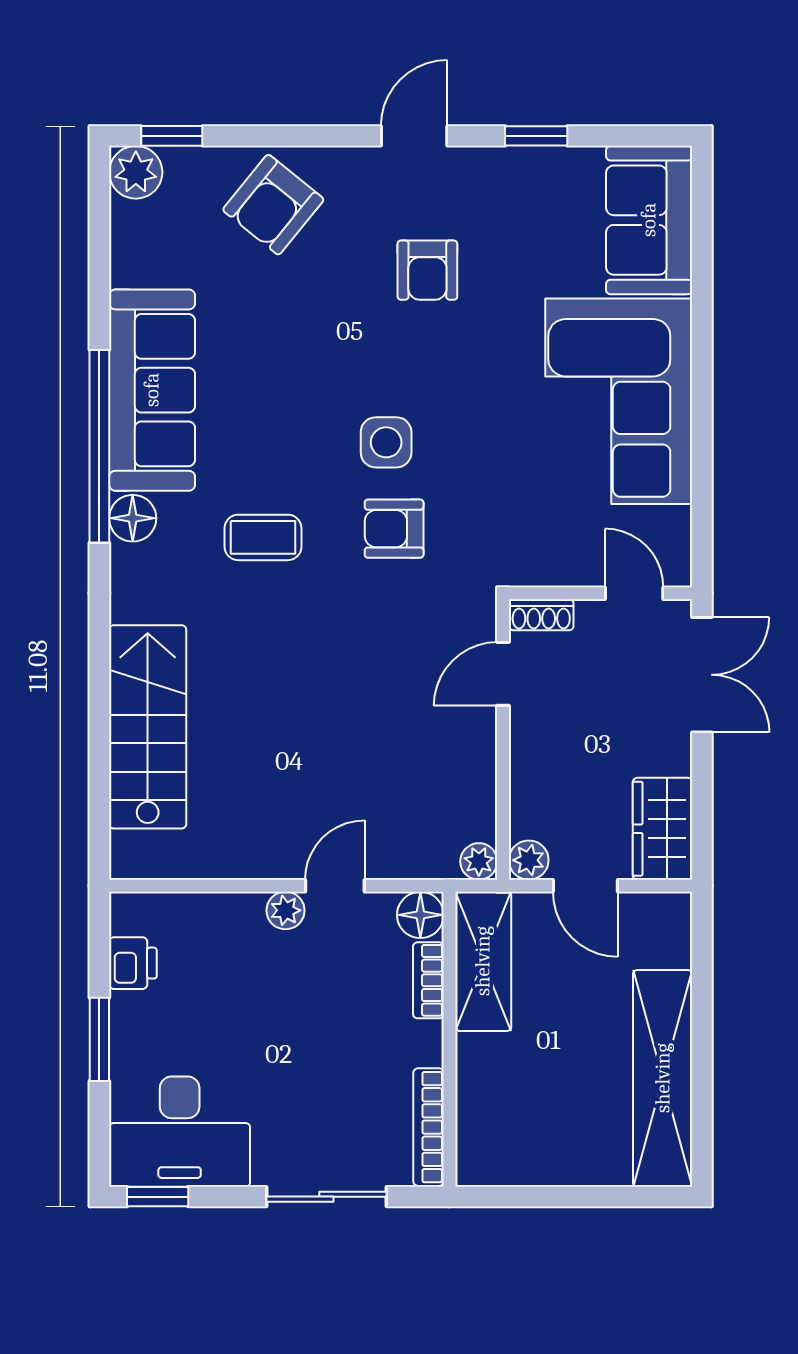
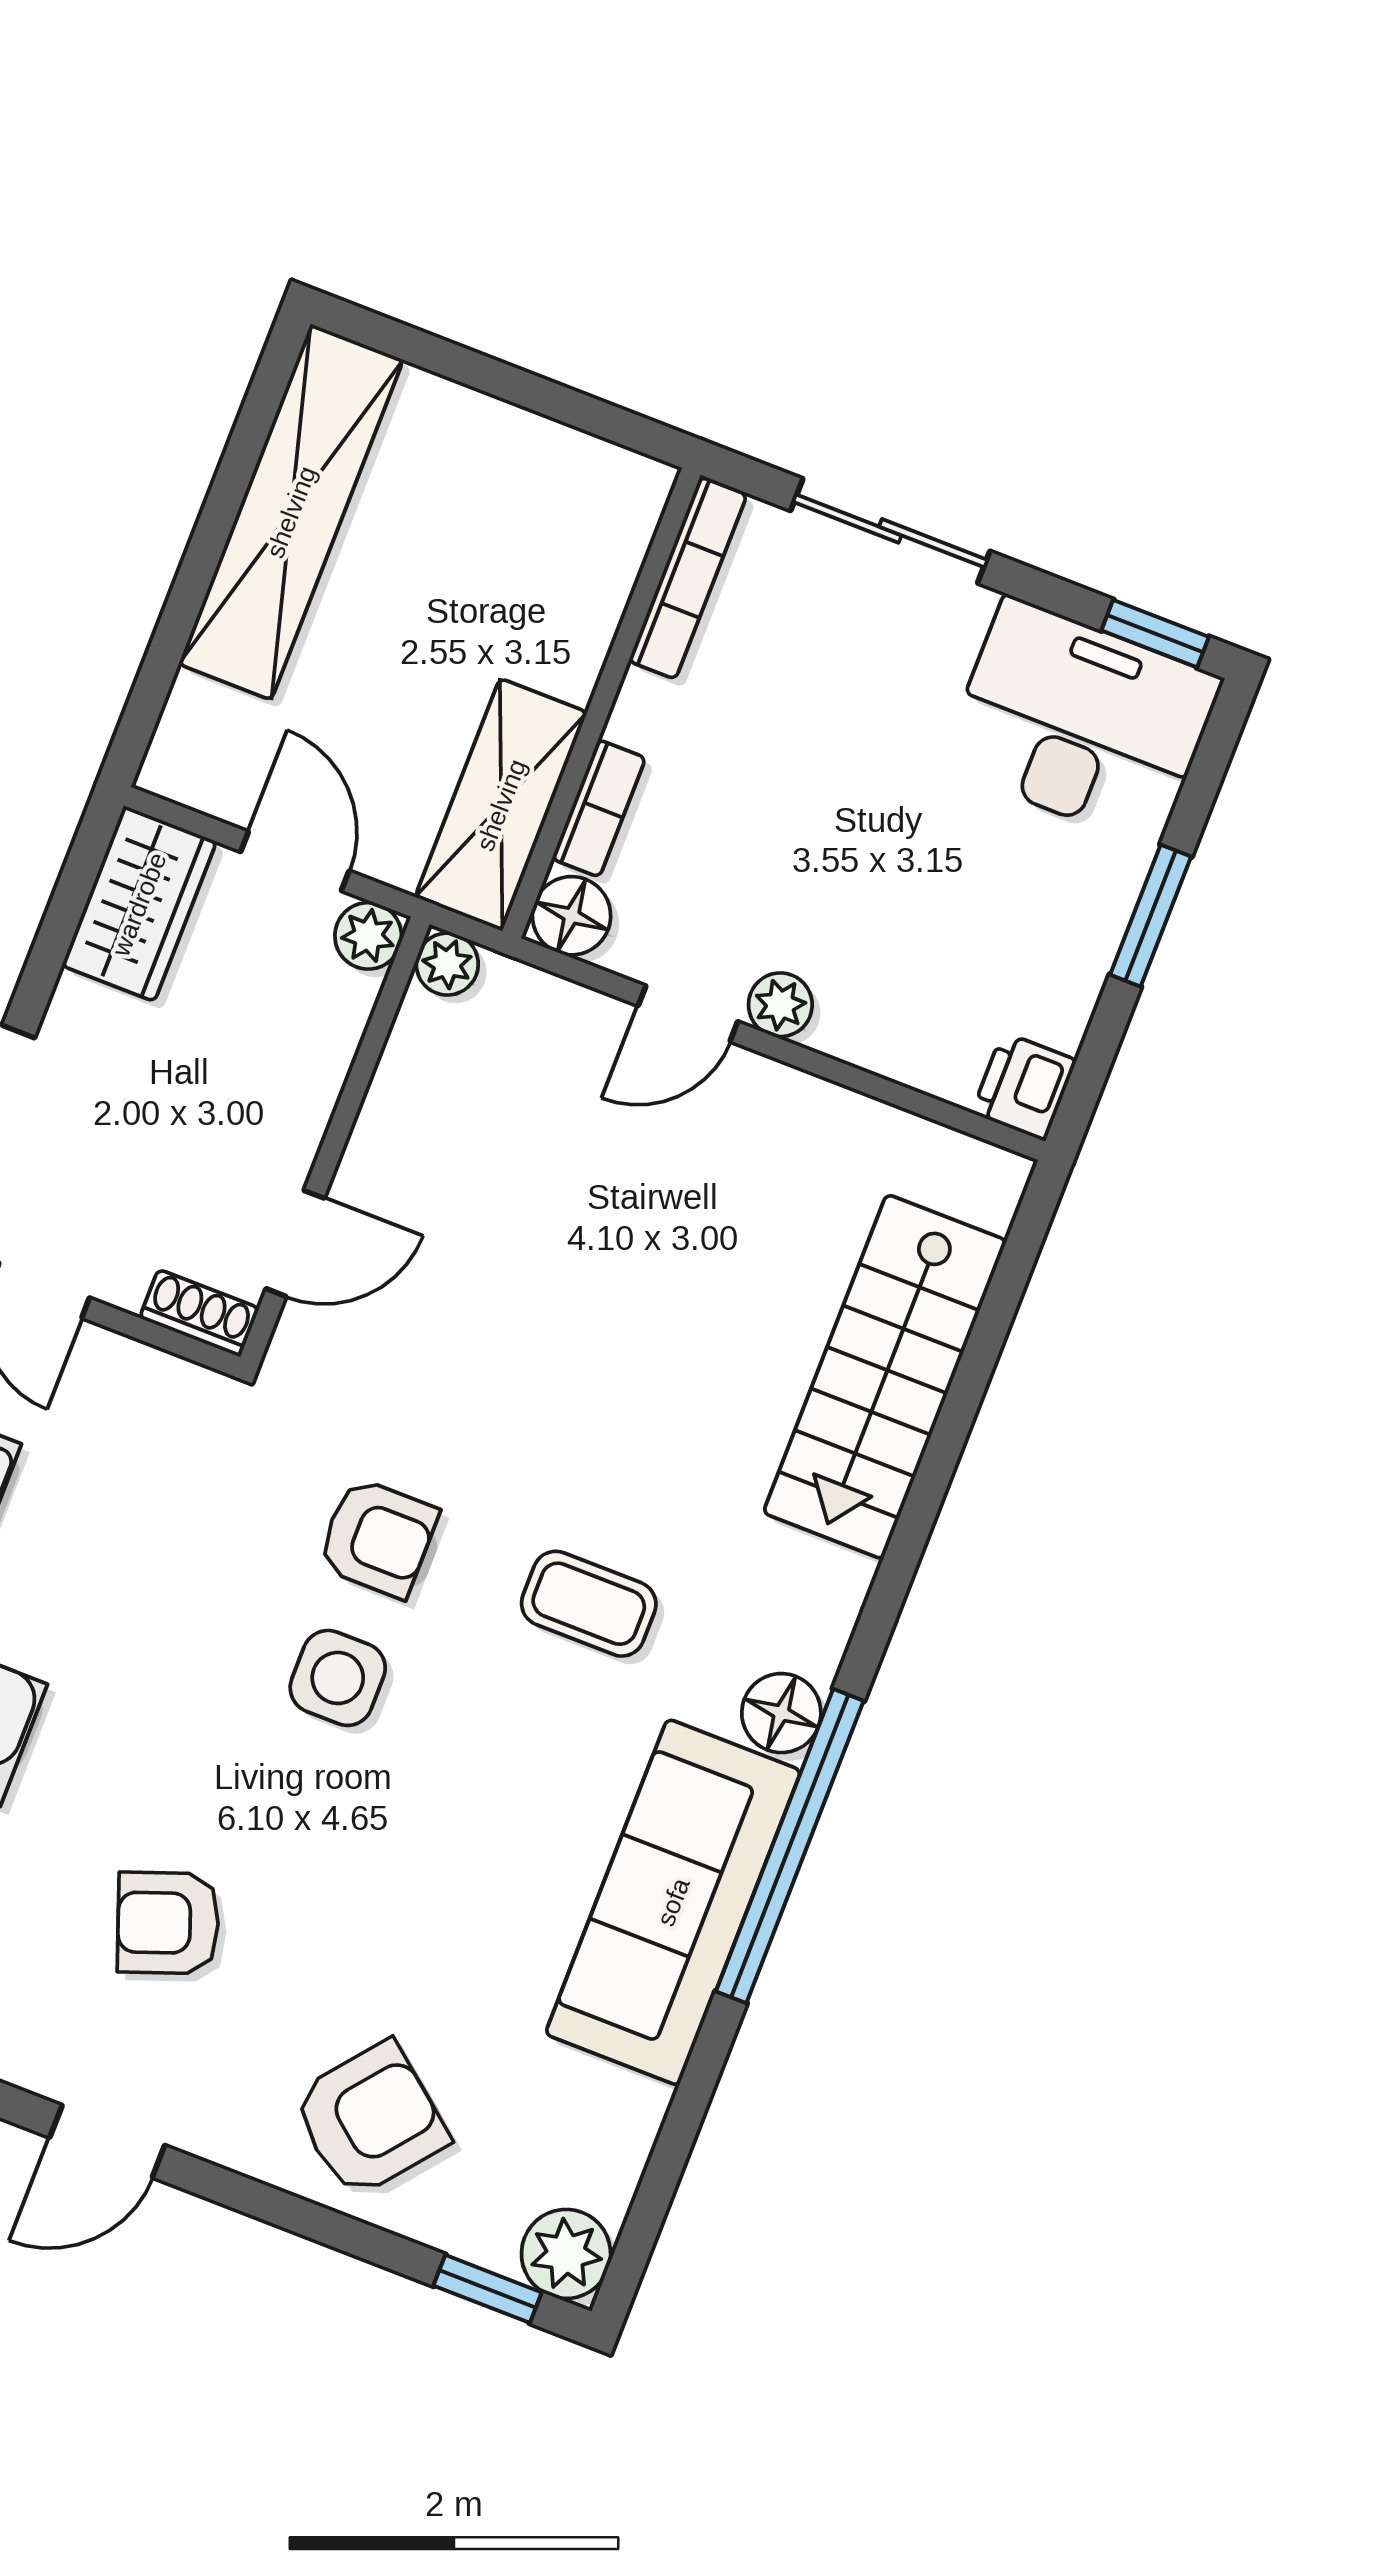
armchair: (427, 270) -> (168, 1923), turned -110
printer: (133, 963) -> (1024, 1086), moved

